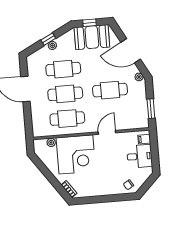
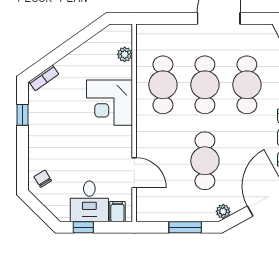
window: (151, 109) -> (185, 227), moved
door: (107, 132) -> (134, 173), moved
corner desk: (76, 154) -> (109, 103), width x0.74, depth x0.74
window: (155, 159) -> (83, 227), added
window: (92, 200) -> (22, 115), added

